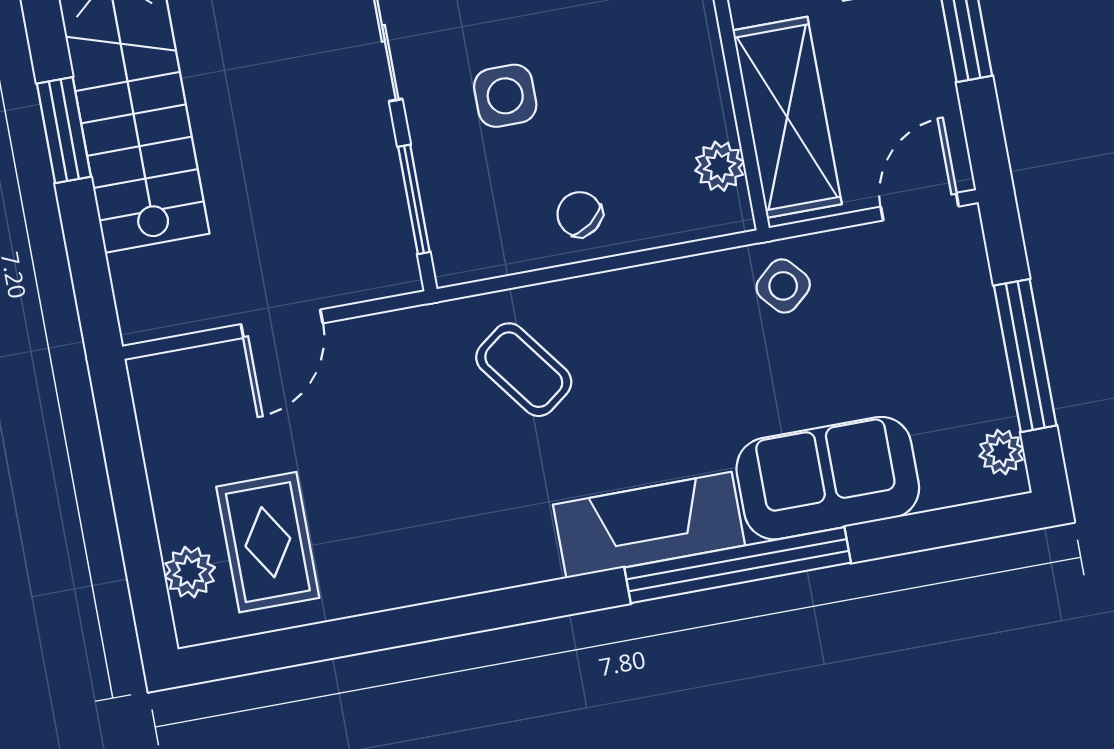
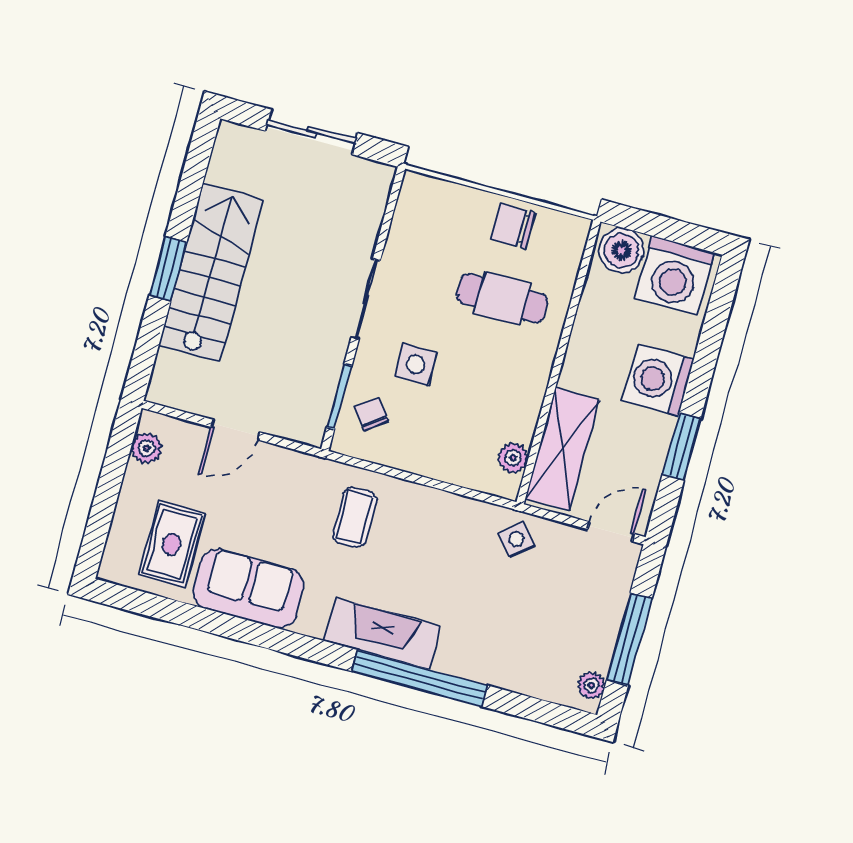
chair: (580, 214) -> (372, 414), moved
coffee table: (524, 370) -> (355, 517), turned 37
sofa: (828, 478) -> (248, 589), moved
plant: (190, 572) -> (146, 448), moved

